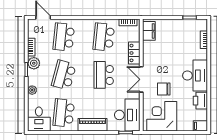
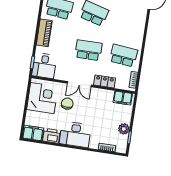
plant: (181, 25) -> (124, 129), added
school desk: (64, 37) -> (129, 19), removed
double door: (141, 79) -> (79, 84), swing flipped
desk: (127, 115) -> (44, 66), width x0.73
filing cabinet: (200, 126) -> (33, 133), width x2.00

